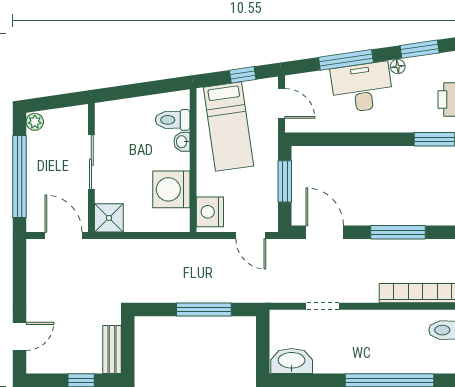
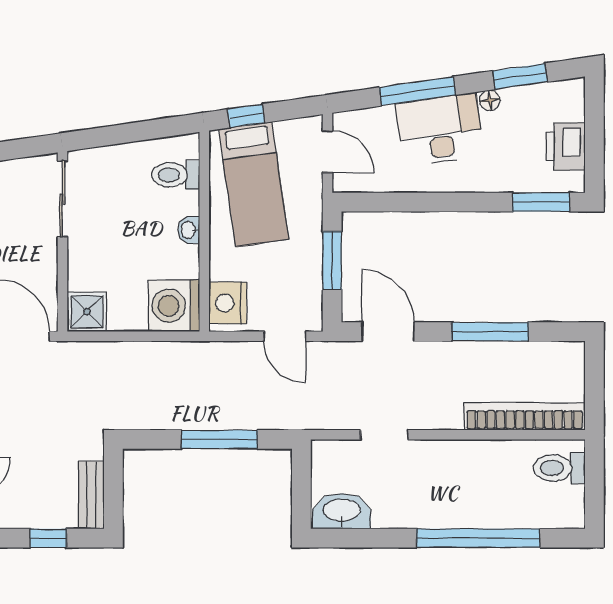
window: (243, 75) -> (246, 116), moved
washbasin: (182, 142) -> (189, 230), moved
sliding door: (91, 162) -> (62, 199), moved
washing machine: (171, 189) -> (174, 306), moved

